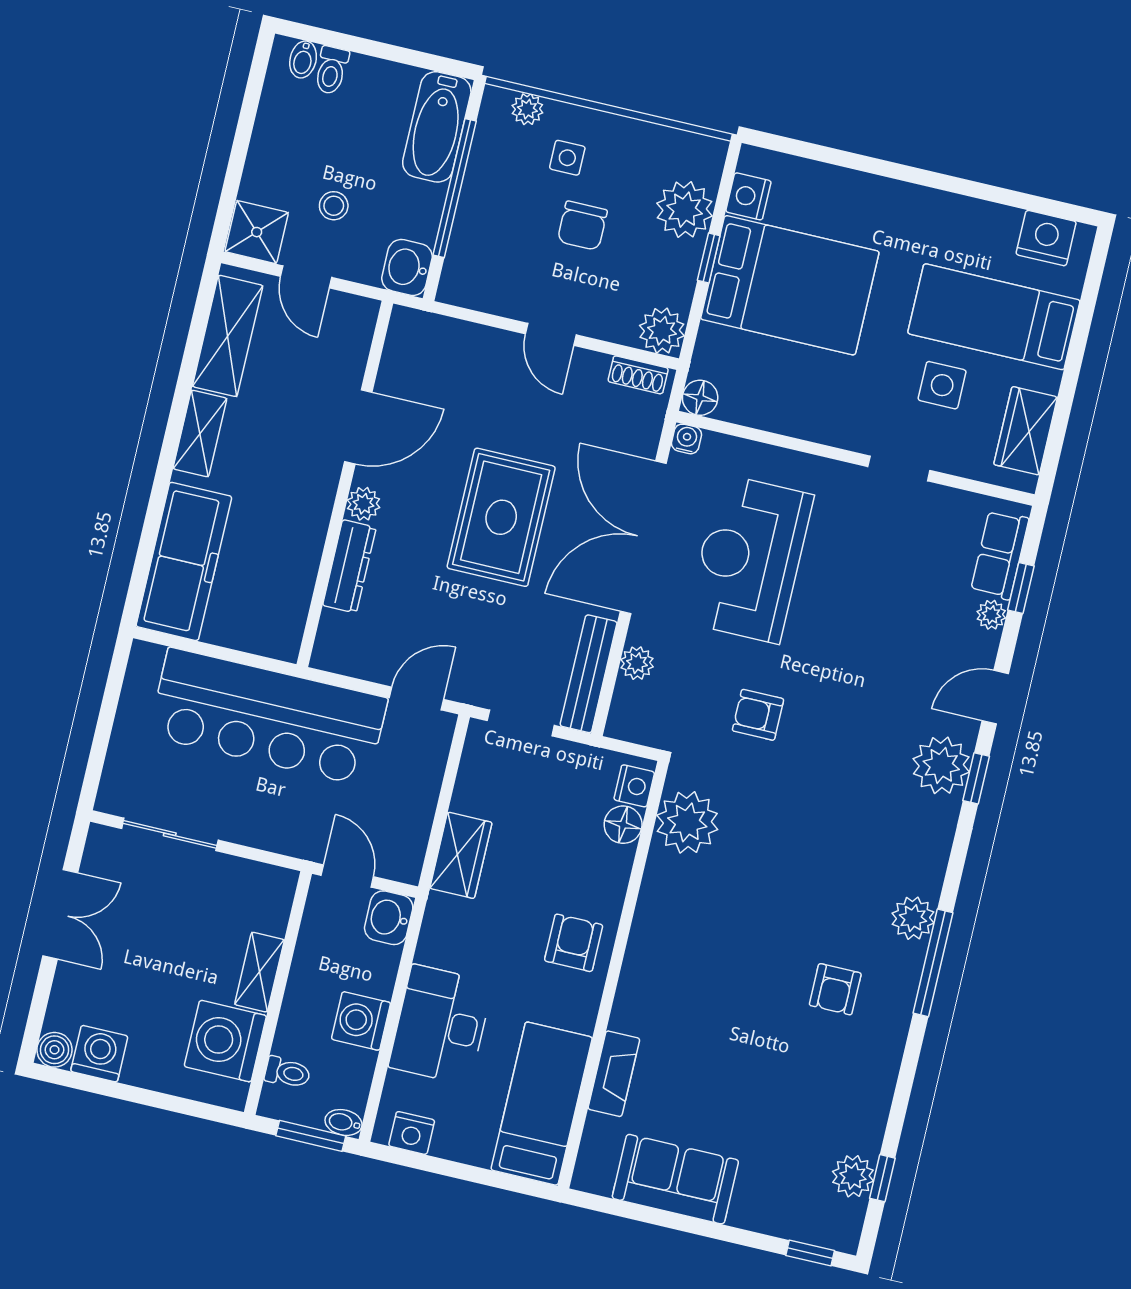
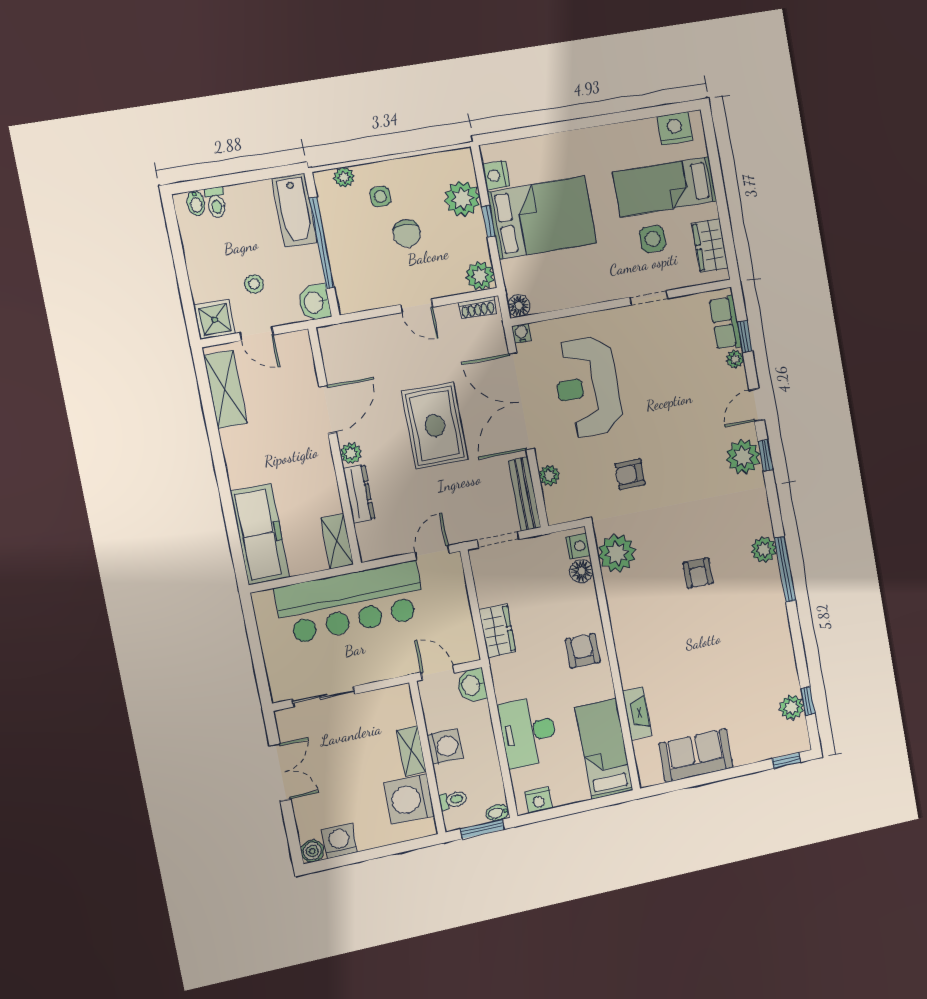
shelving: (200, 433) -> (337, 541), moved
armchair: (835, 989) -> (698, 573), moved
washing machine: (361, 1021) -> (445, 746), moved, turned 180

